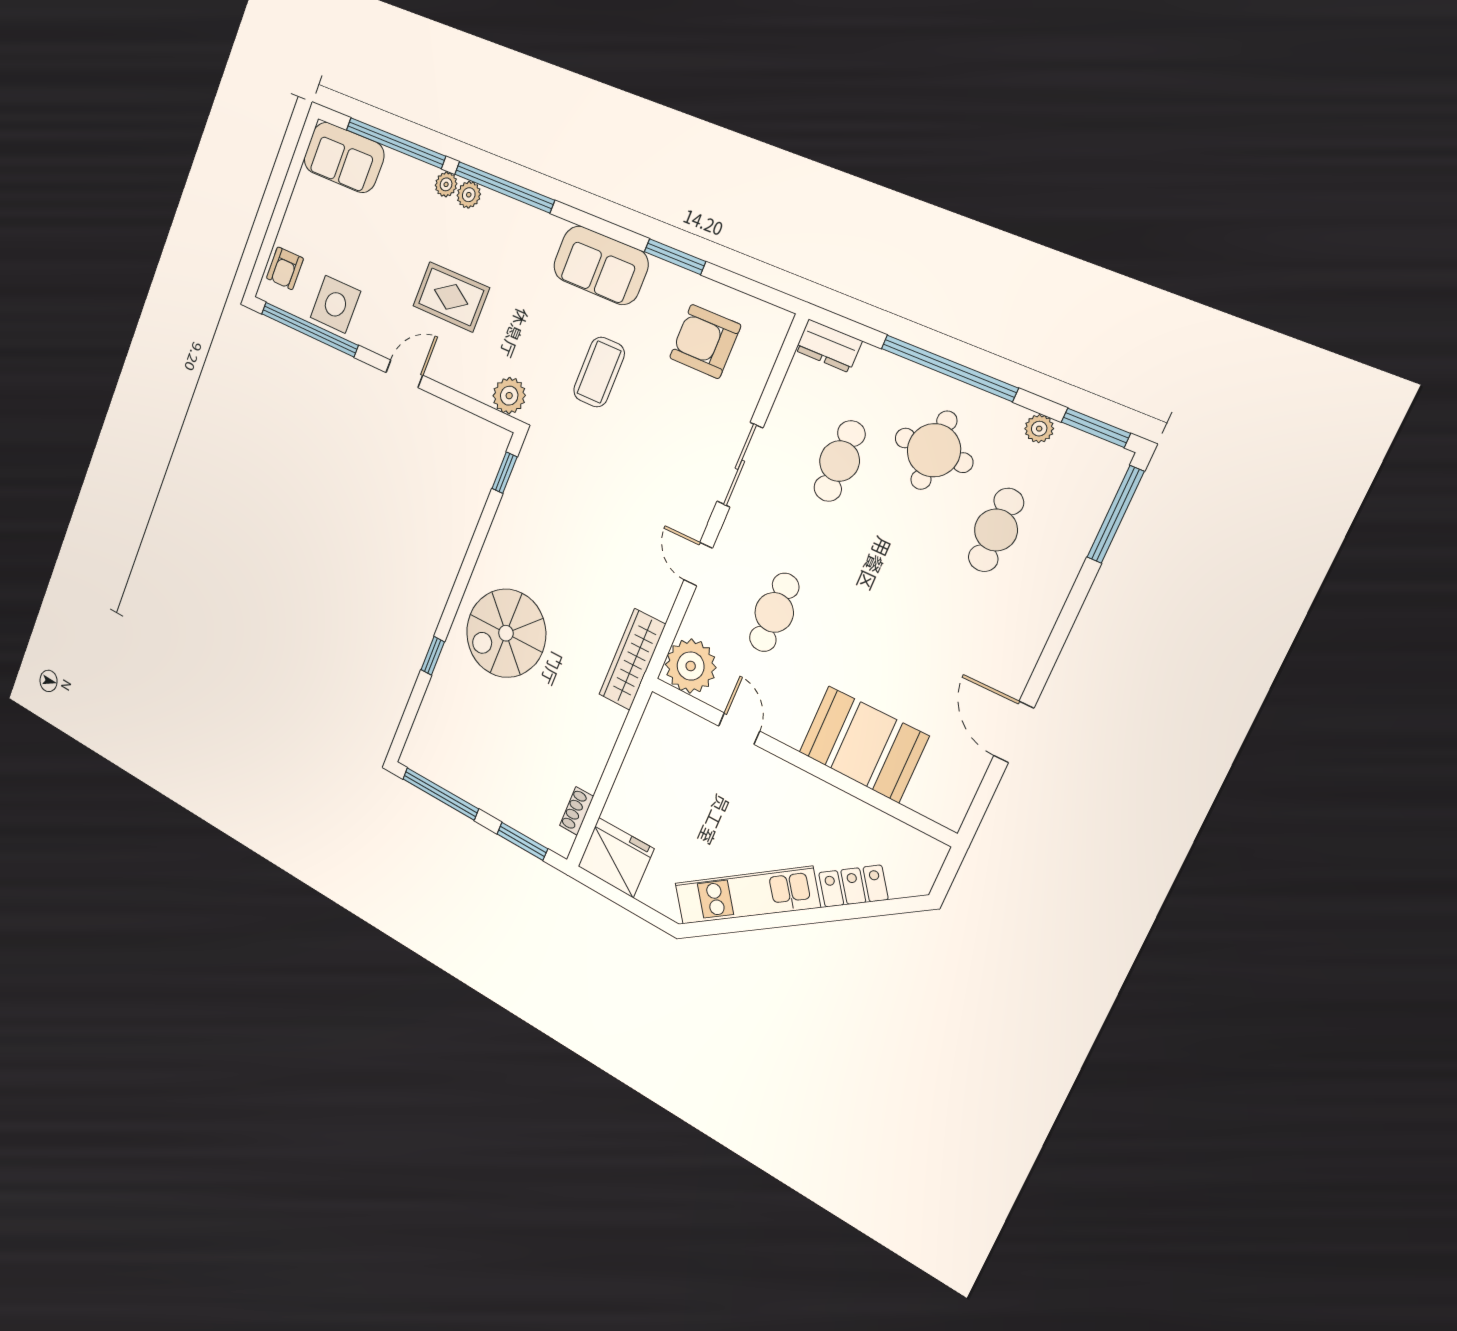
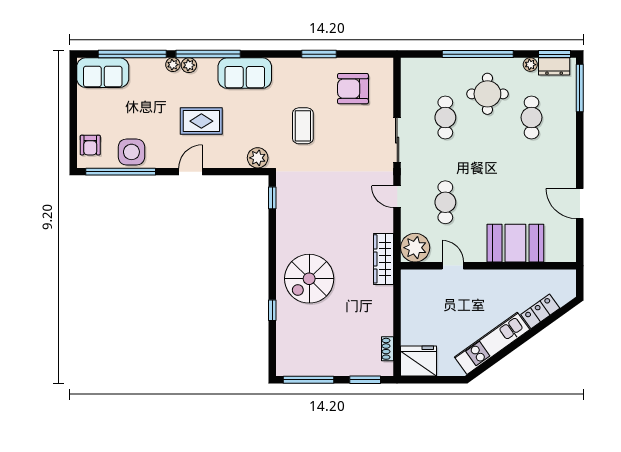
sofa: (601, 265) -> (245, 73), moved
dresser: (829, 346) -> (554, 66), moved

